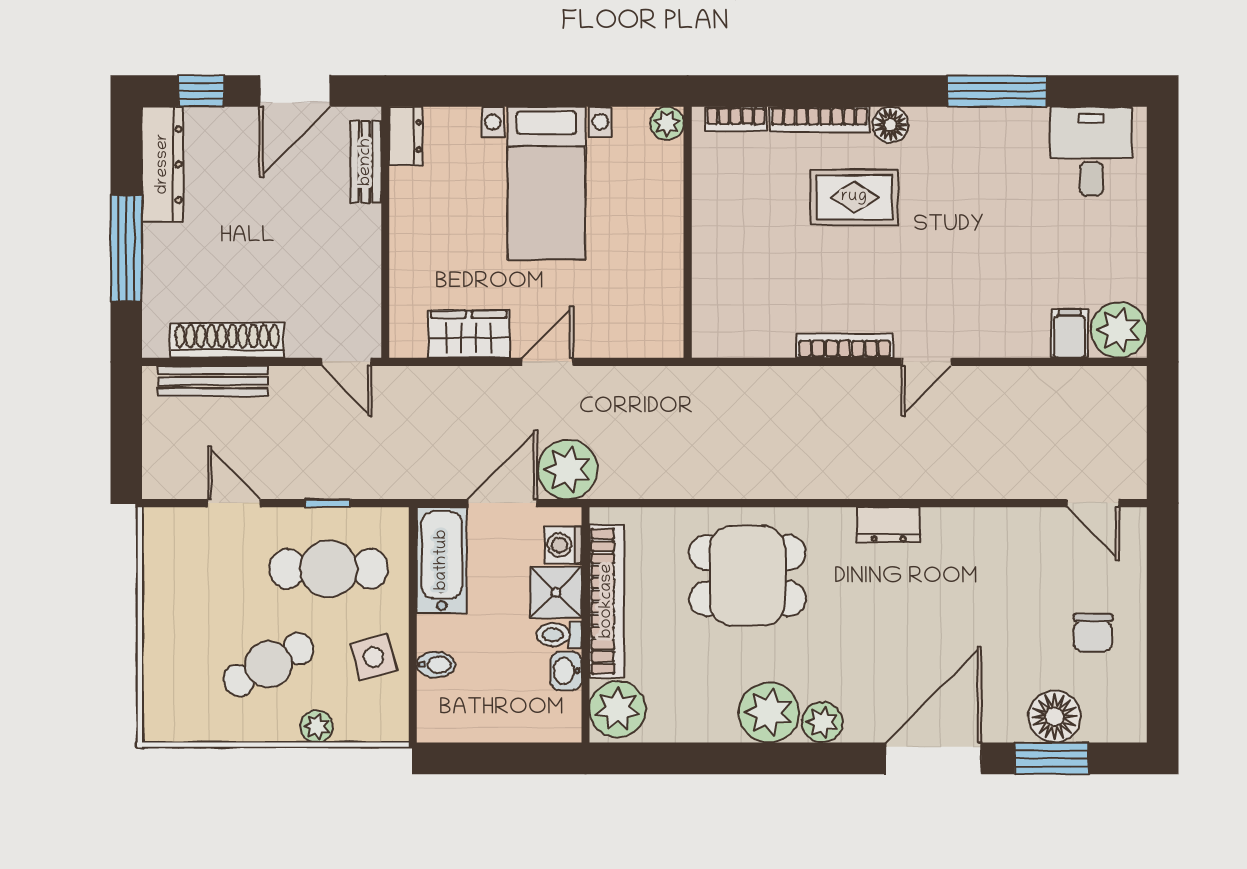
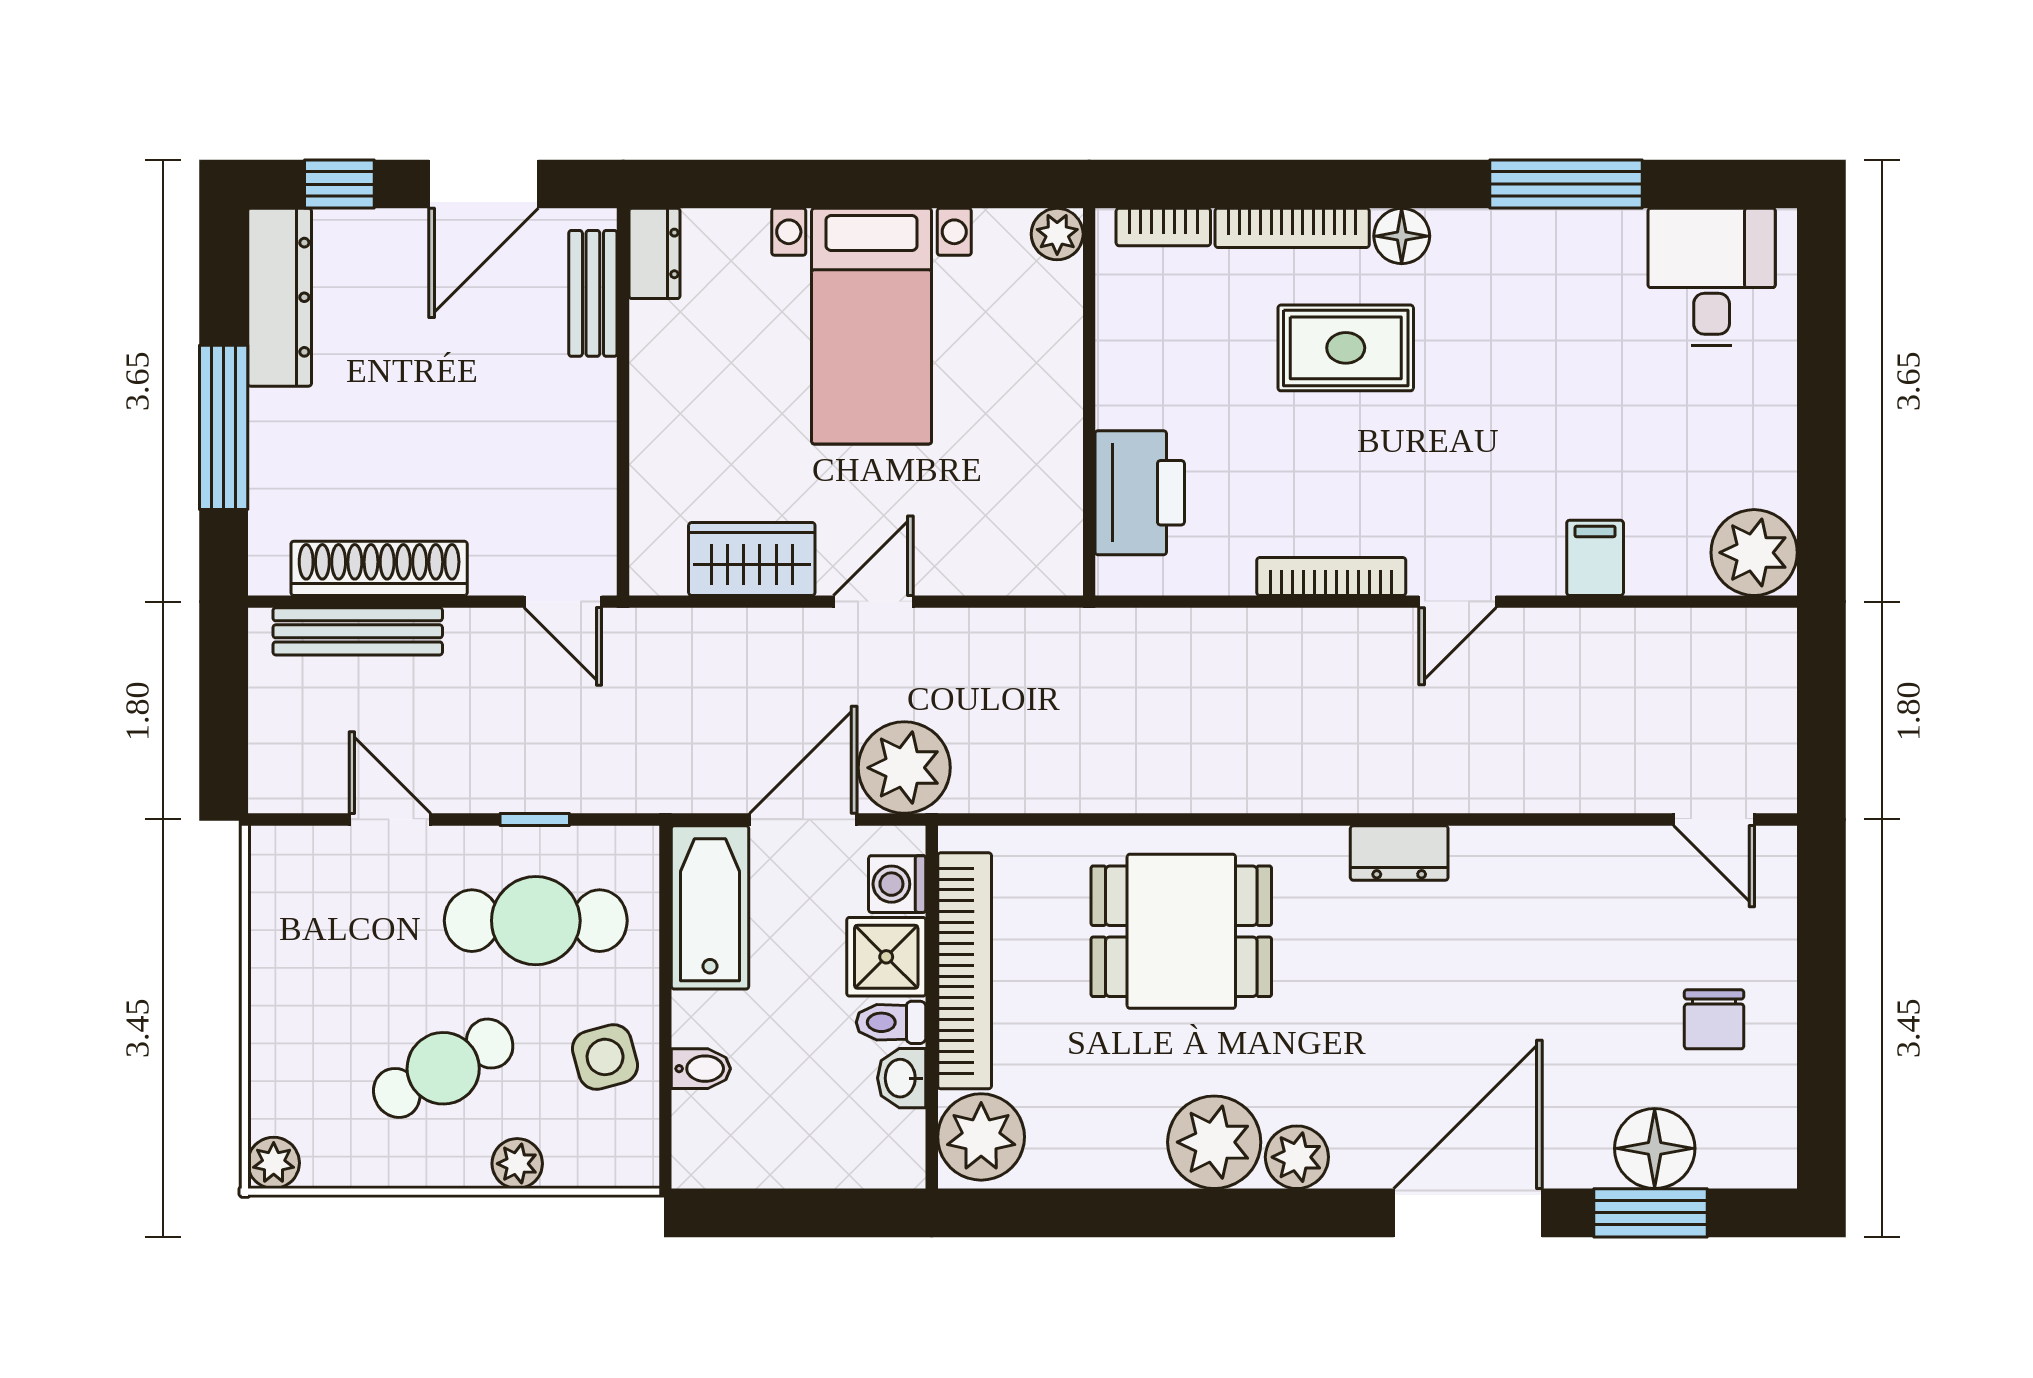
printer: (720, 291) -> (1140, 493), added
filing cabinet: (1070, 333) -> (1595, 558), moved
plant: (159, 726) -> (274, 1163), added

